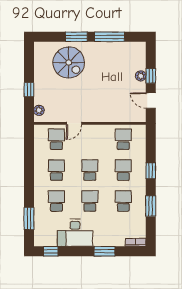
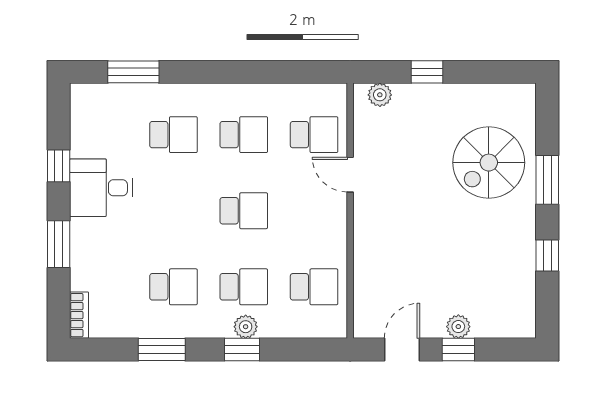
window: (109, 37) -> (547, 255), width x0.46
plant: (141, 169) -> (246, 327), added
school desk: (90, 201) -> (173, 211), removed
desk: (75, 233) -> (101, 188), width x0.73
window: (51, 251) -> (59, 166), moved

